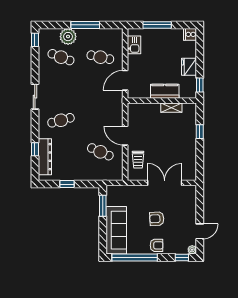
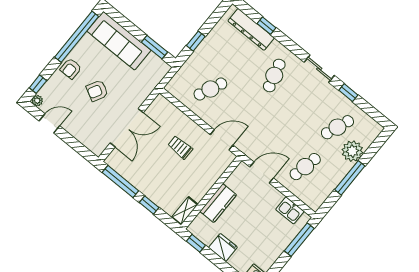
window: (157, 25) -> (299, 240), moved
window: (35, 40) -> (348, 93), moved
door: (125, 80) -> (262, 172), hinge flipped
shelving: (171, 108) -> (185, 211), moved
door: (125, 136) -> (222, 140), moved
trolley: (138, 160) -> (180, 147), moved
window: (200, 160) -> (120, 182), added
window: (67, 184) -> (196, 41), moved
armchair: (157, 219) -> (97, 91), turned -149
door: (200, 231) -> (49, 123), swing flipped

